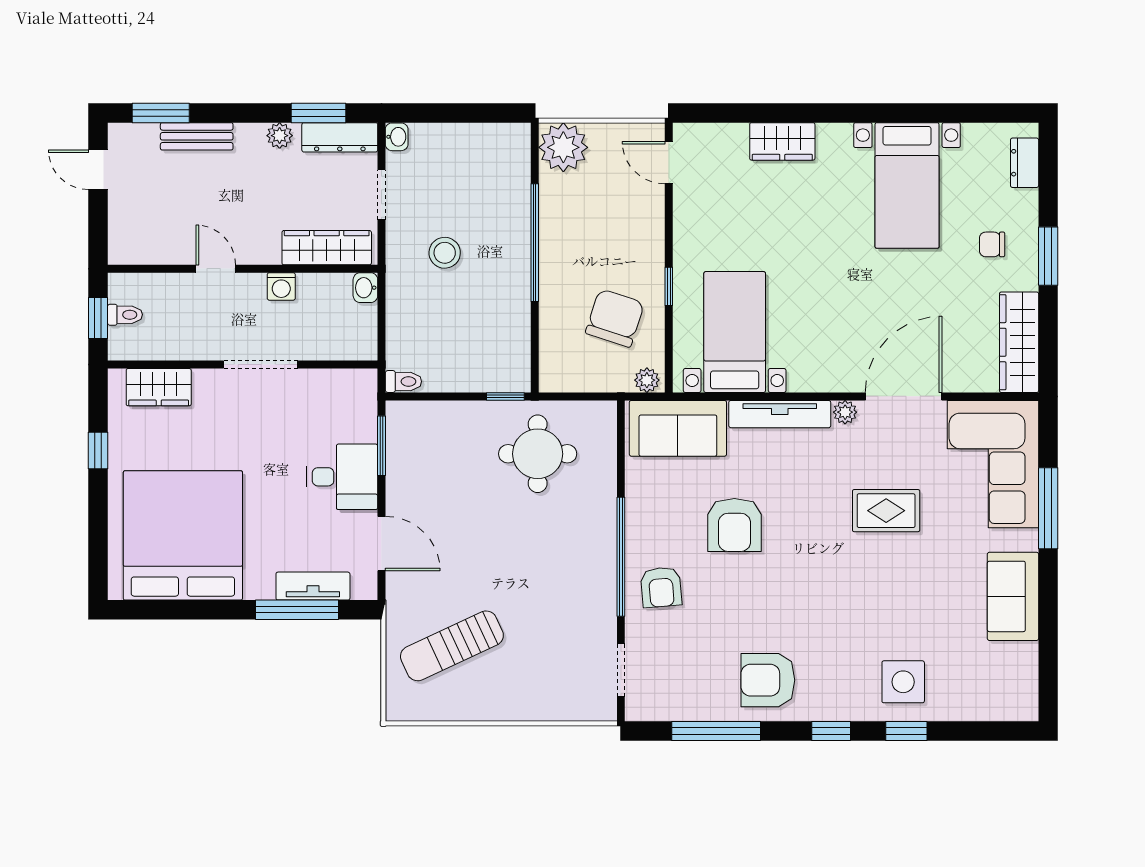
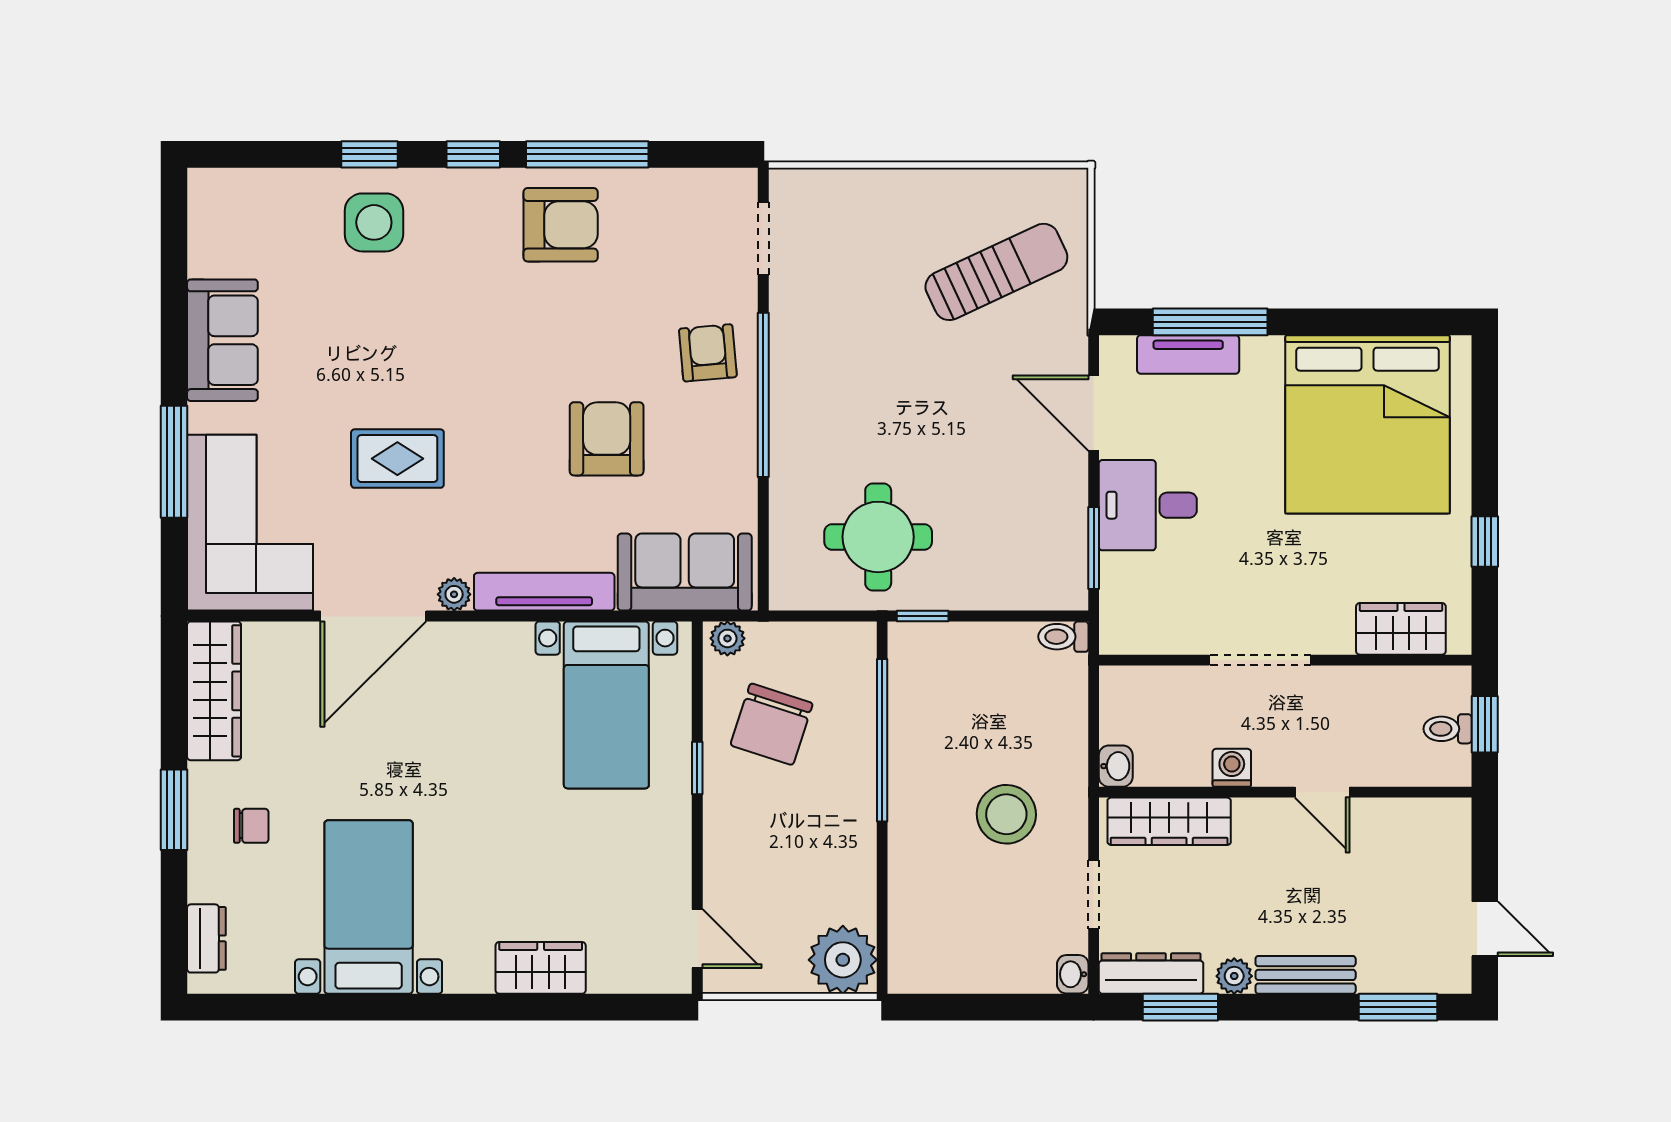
bench: (197, 136) -> (1306, 975), moved
window: (535, 243) -> (882, 740), moved
stool: (445, 253) -> (1006, 814), width x1.38, depth x1.38
window: (716, 731) -> (587, 154), moved

